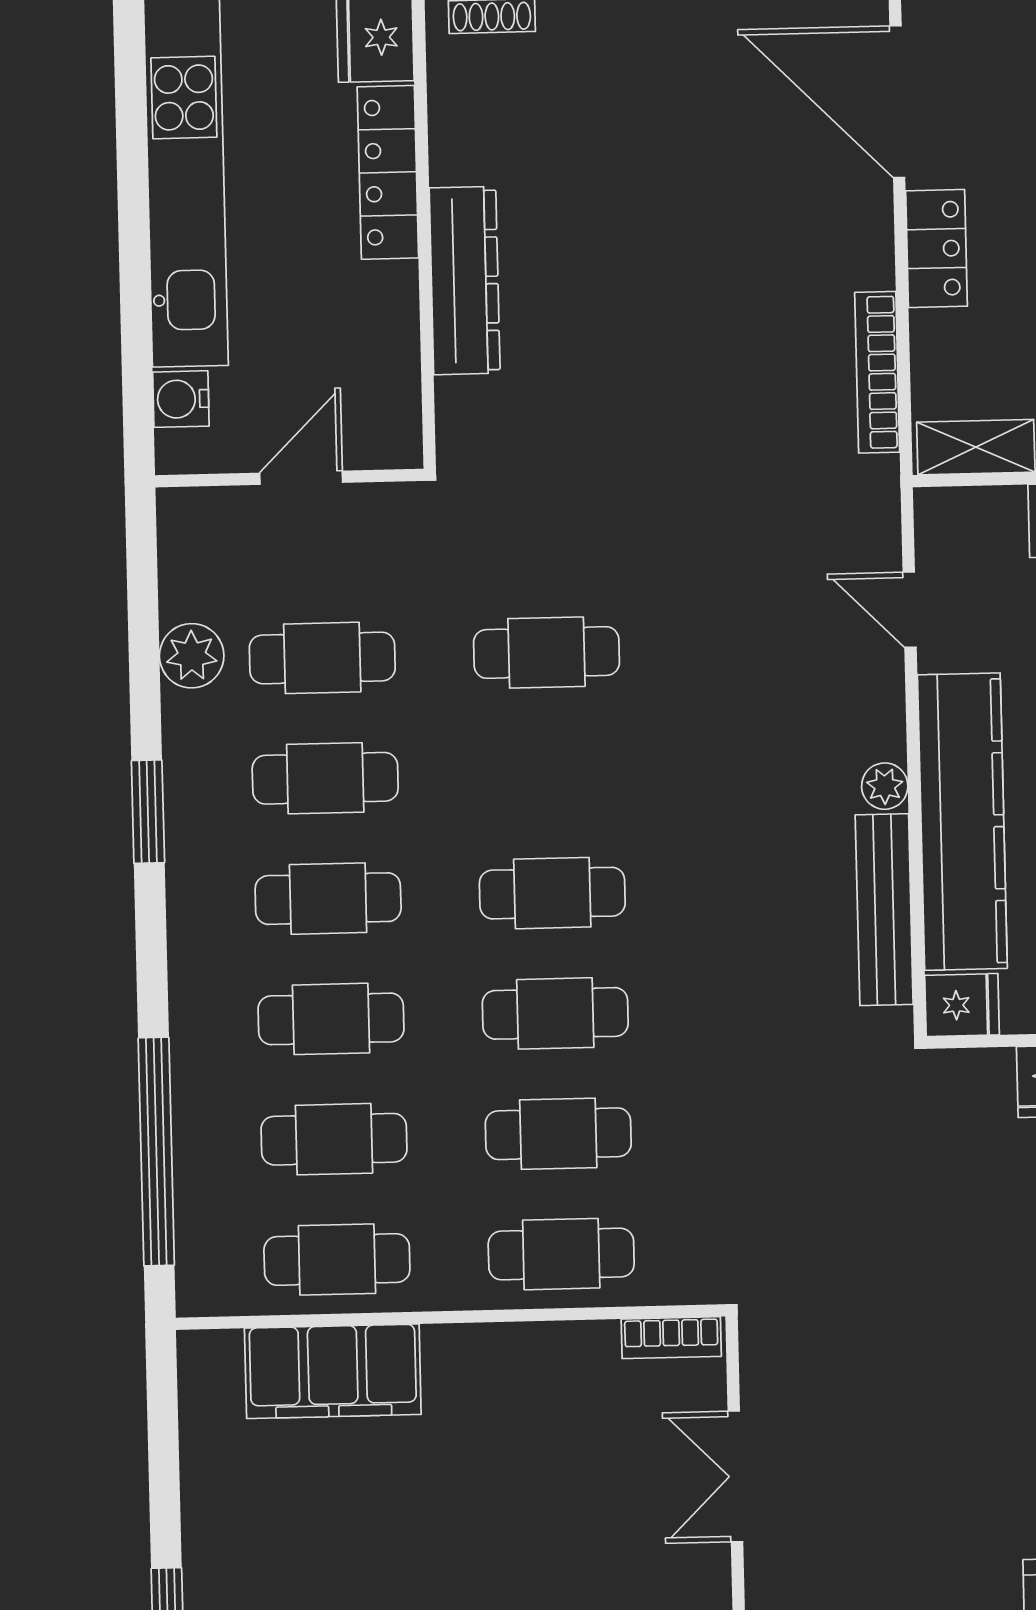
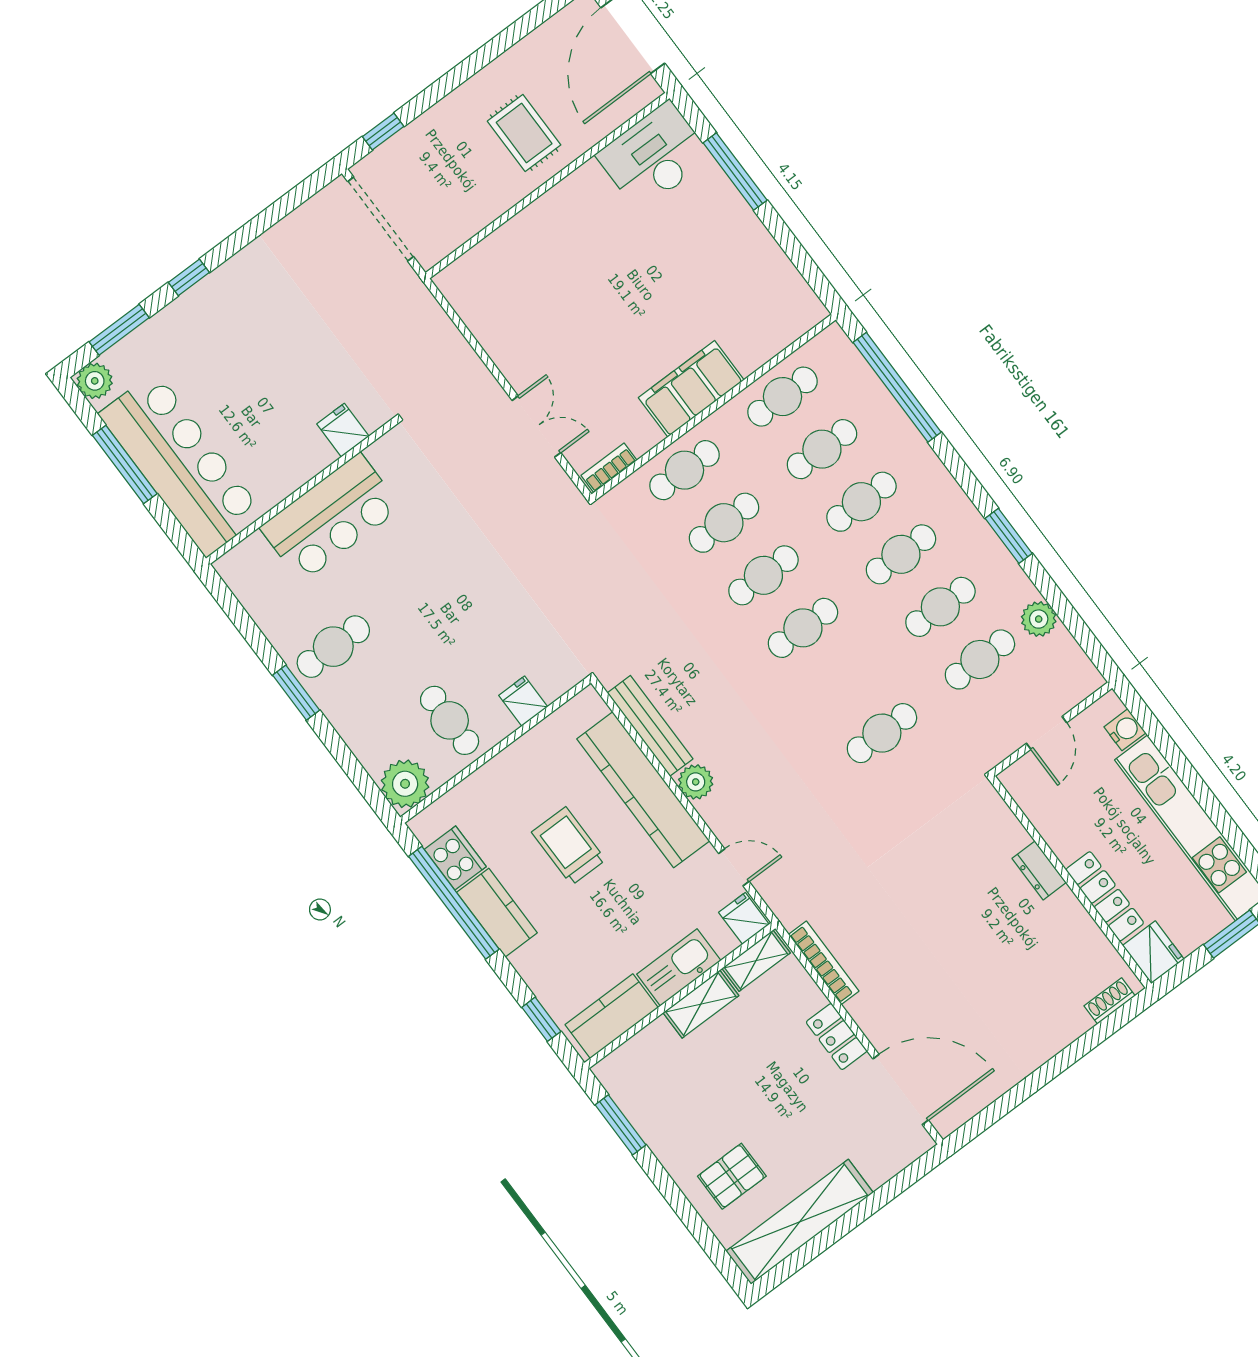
dresser: (465, 281) -> (1039, 870), width x0.51, depth x0.80
plant: (885, 786) -> (696, 782), width x1.38, depth x1.38
fridge: (962, 1005) -> (744, 918), moved, turned 90
filing cabinet: (333, 1371) -> (691, 389), moved

